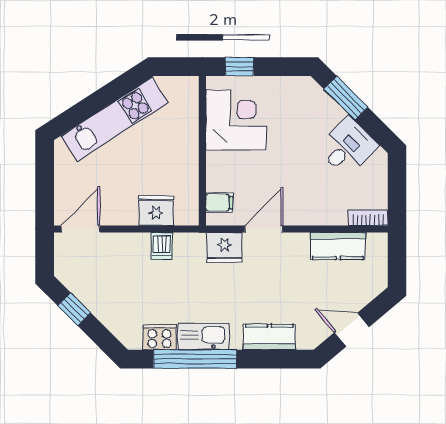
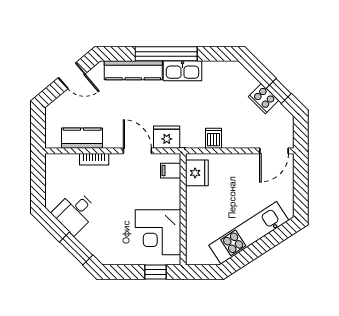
fridge: (156, 210) -> (197, 173), moved, turned -90
bookcase: (368, 218) -> (94, 159), moved
door: (264, 229) -> (137, 151), swing flipped
cooker: (160, 337) -> (263, 99), moved, turned 45
kitchen counter: (269, 337) -> (133, 70), width x1.50
window: (195, 359) -> (166, 54), moved

